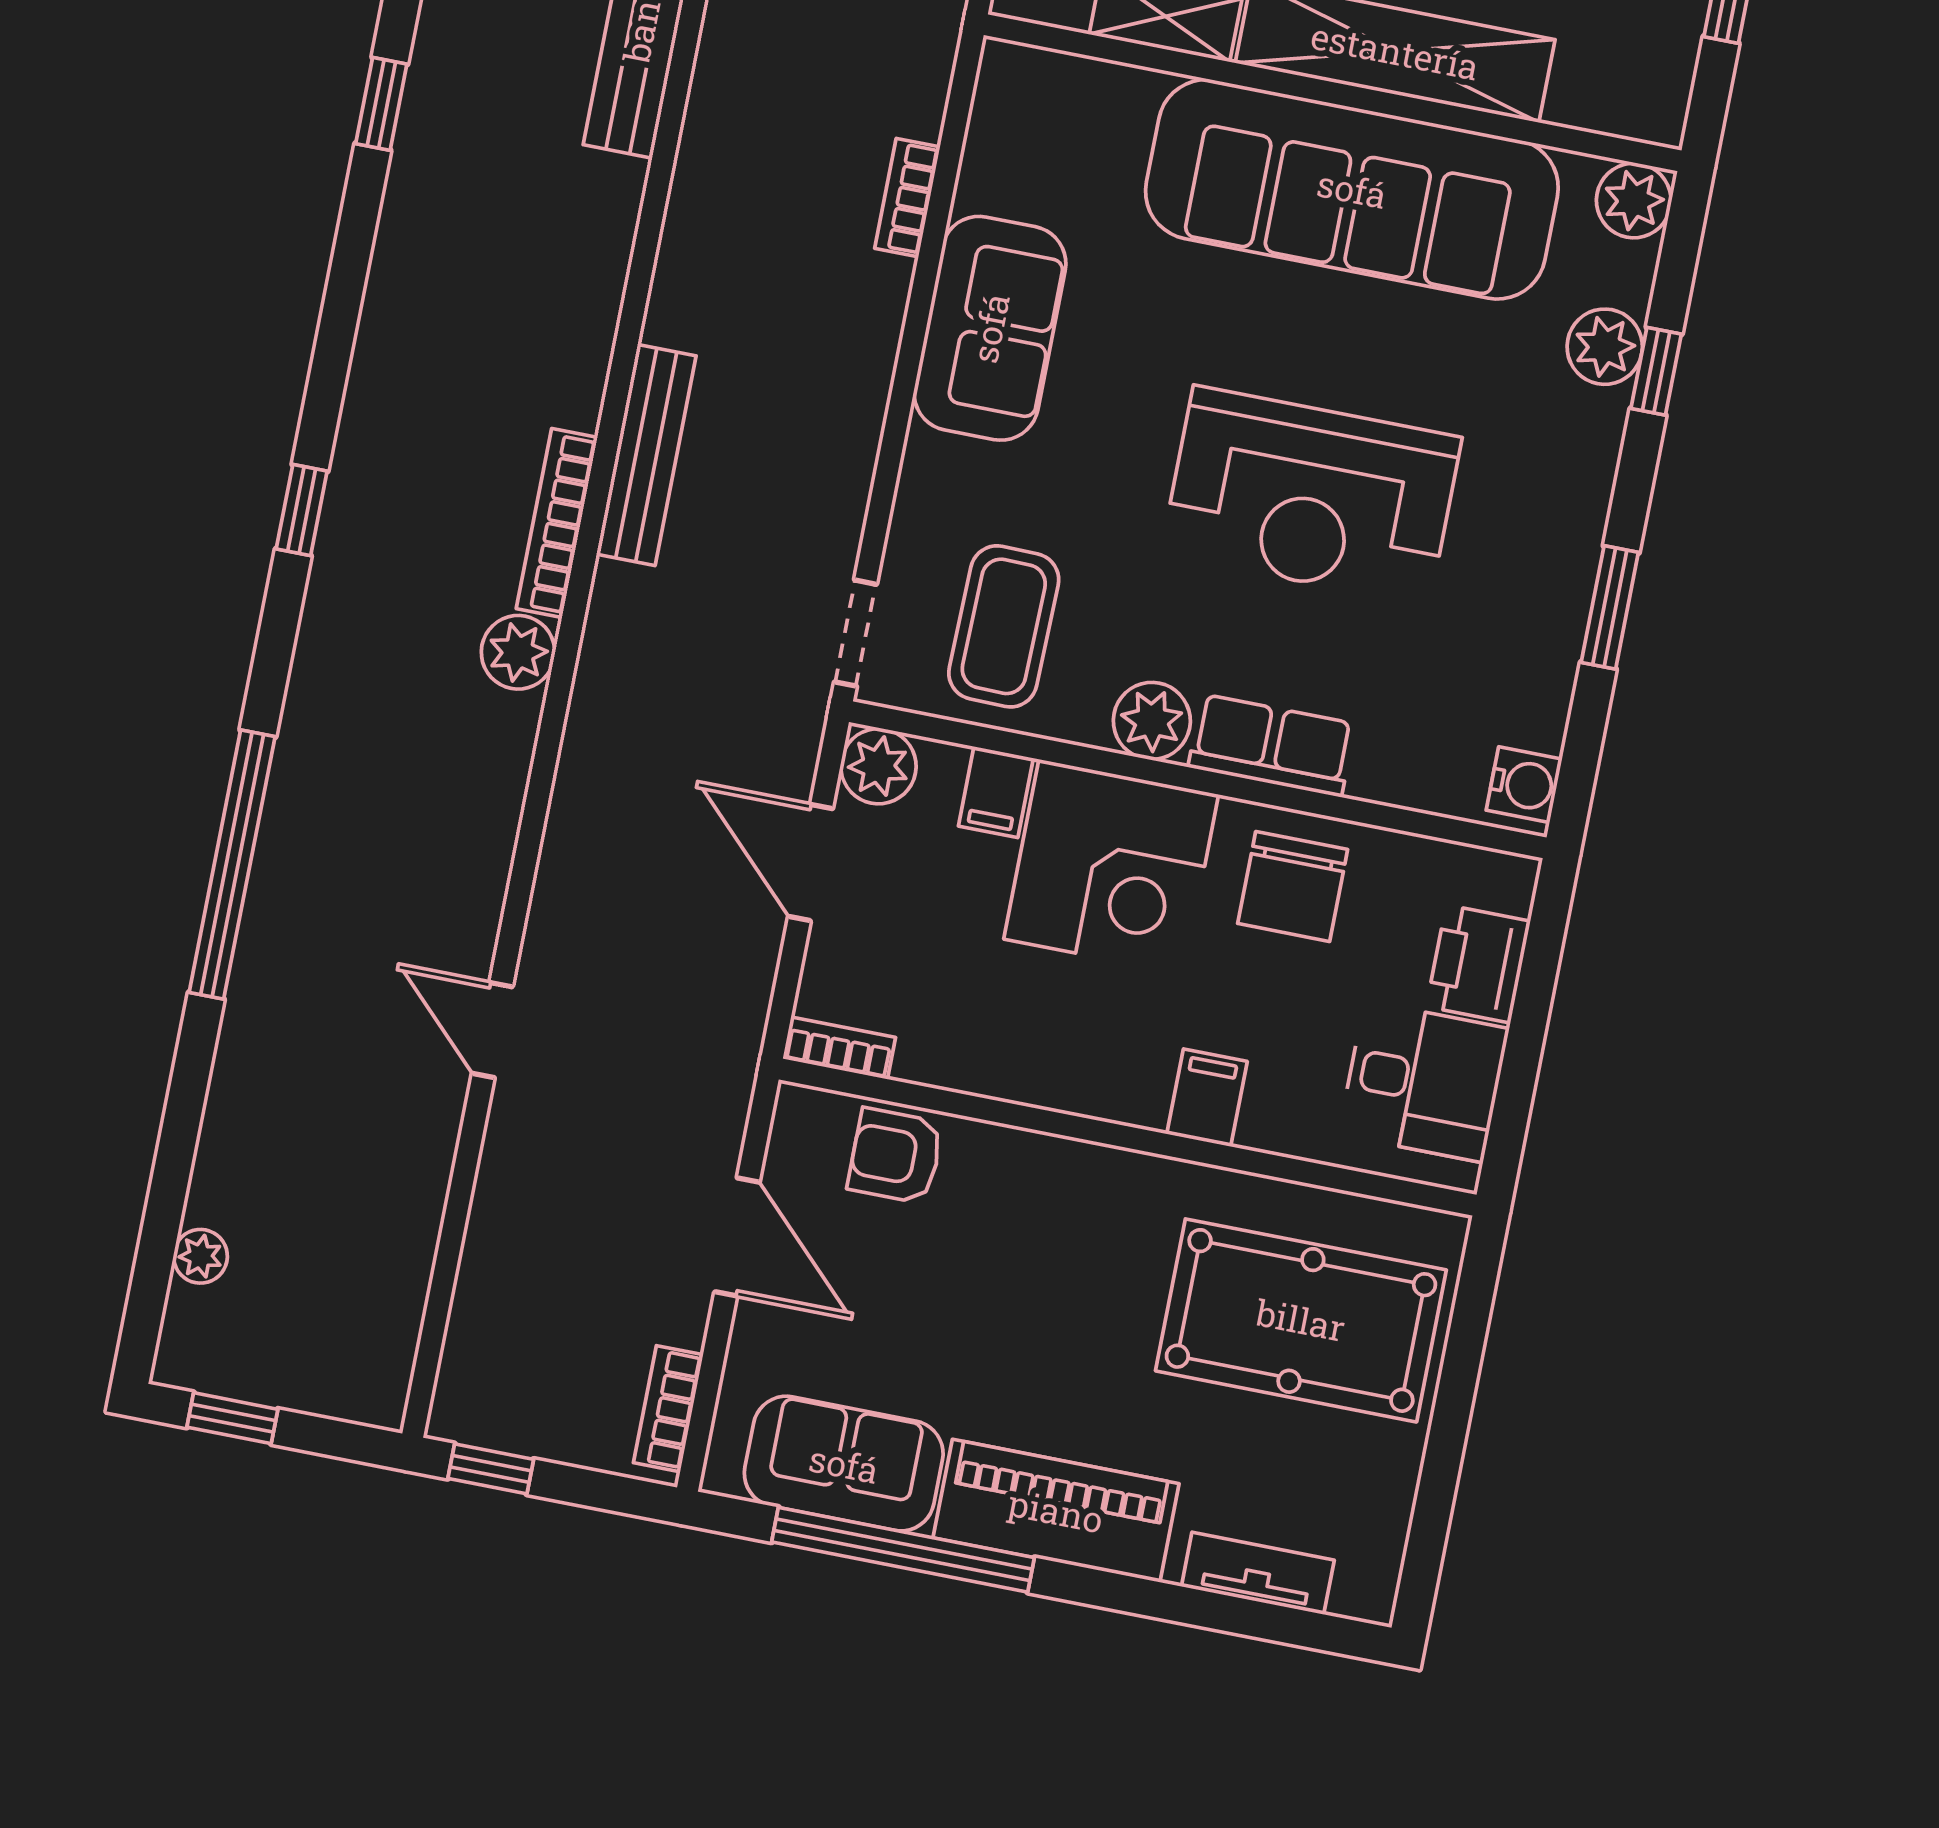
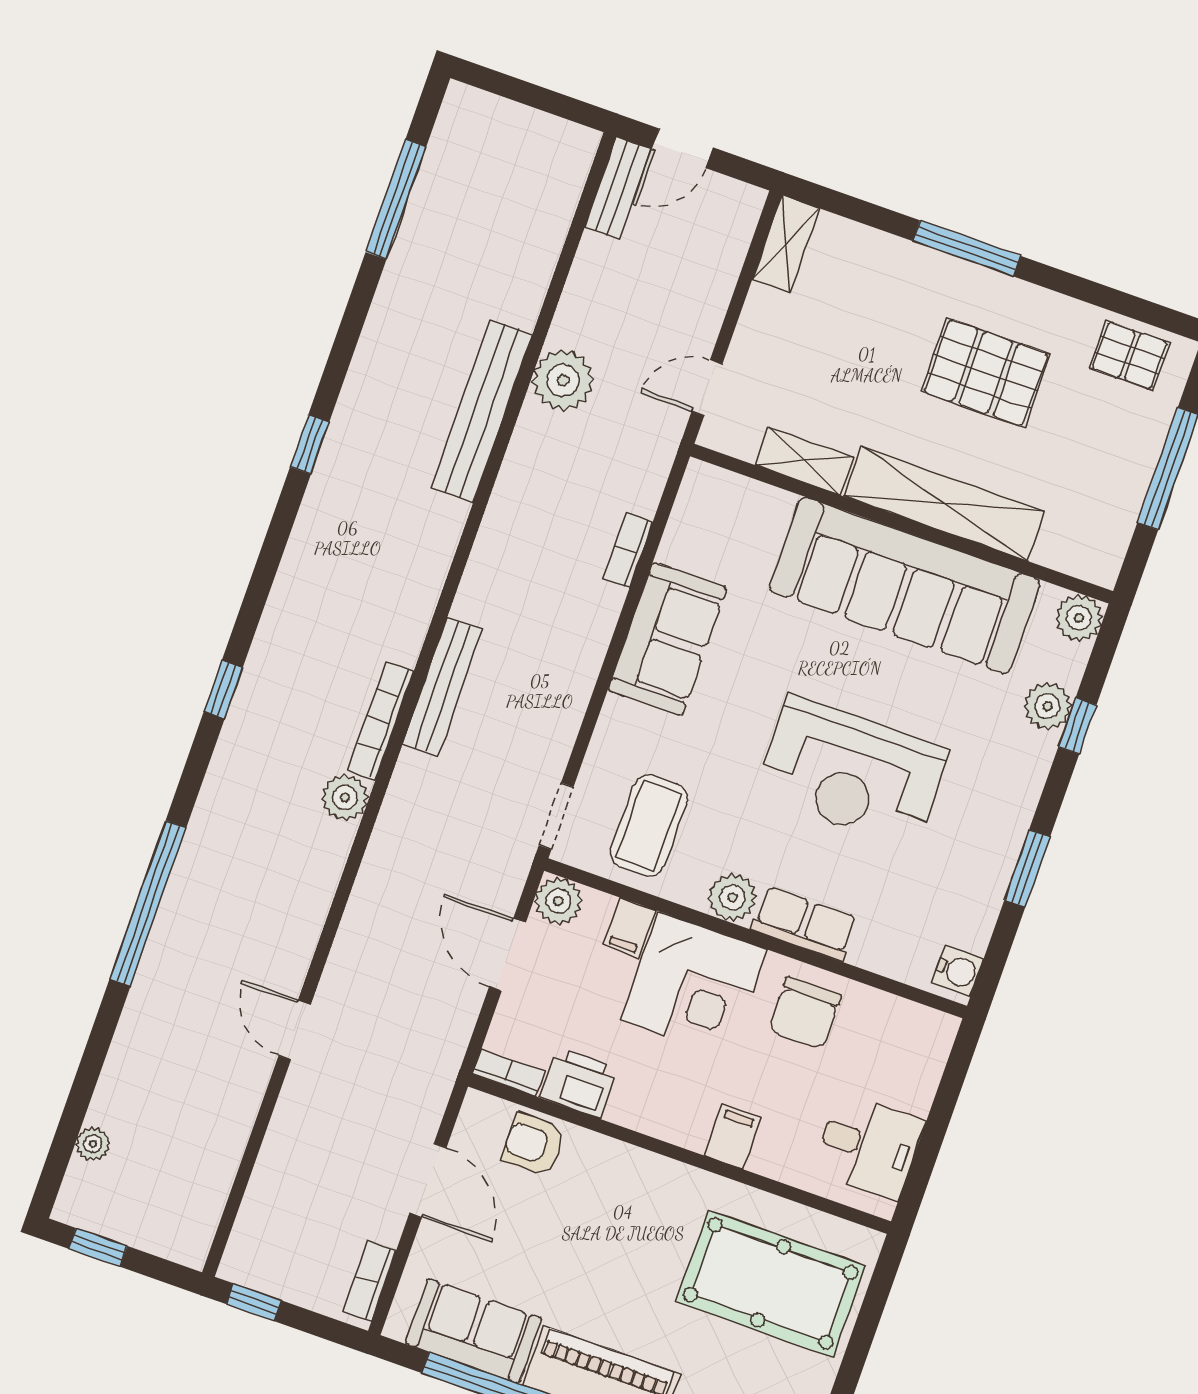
printer: (1478, 964) -> (579, 1083), moved, turned 90

